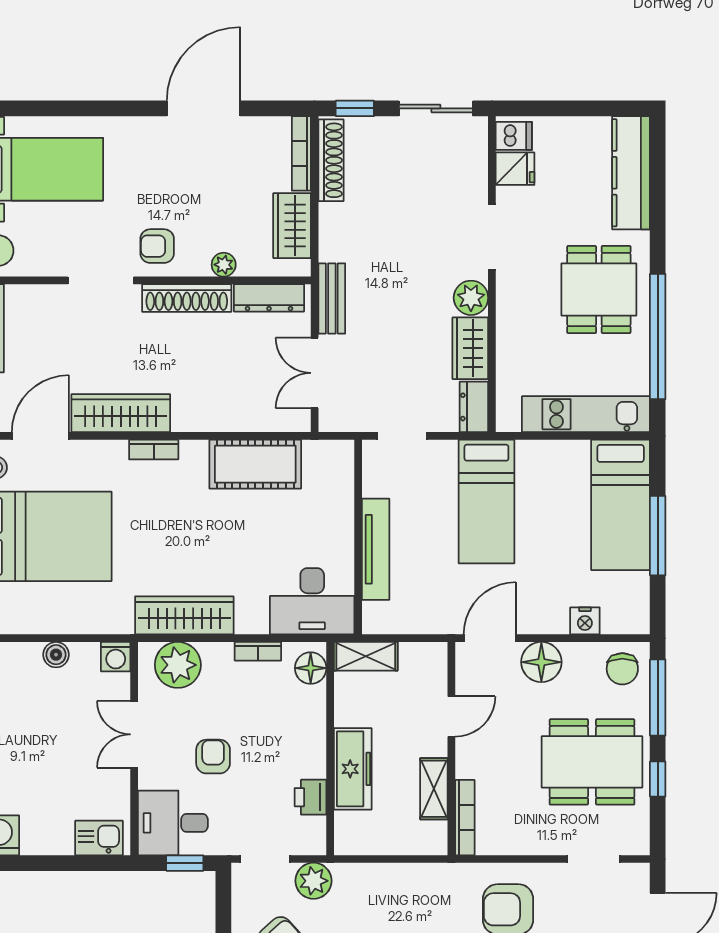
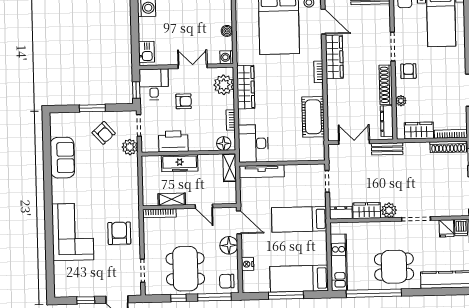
tv unit: (376, 549) -> (262, 171), moved
printer: (310, 797) -> (173, 141), width x1.87, depth x1.48

